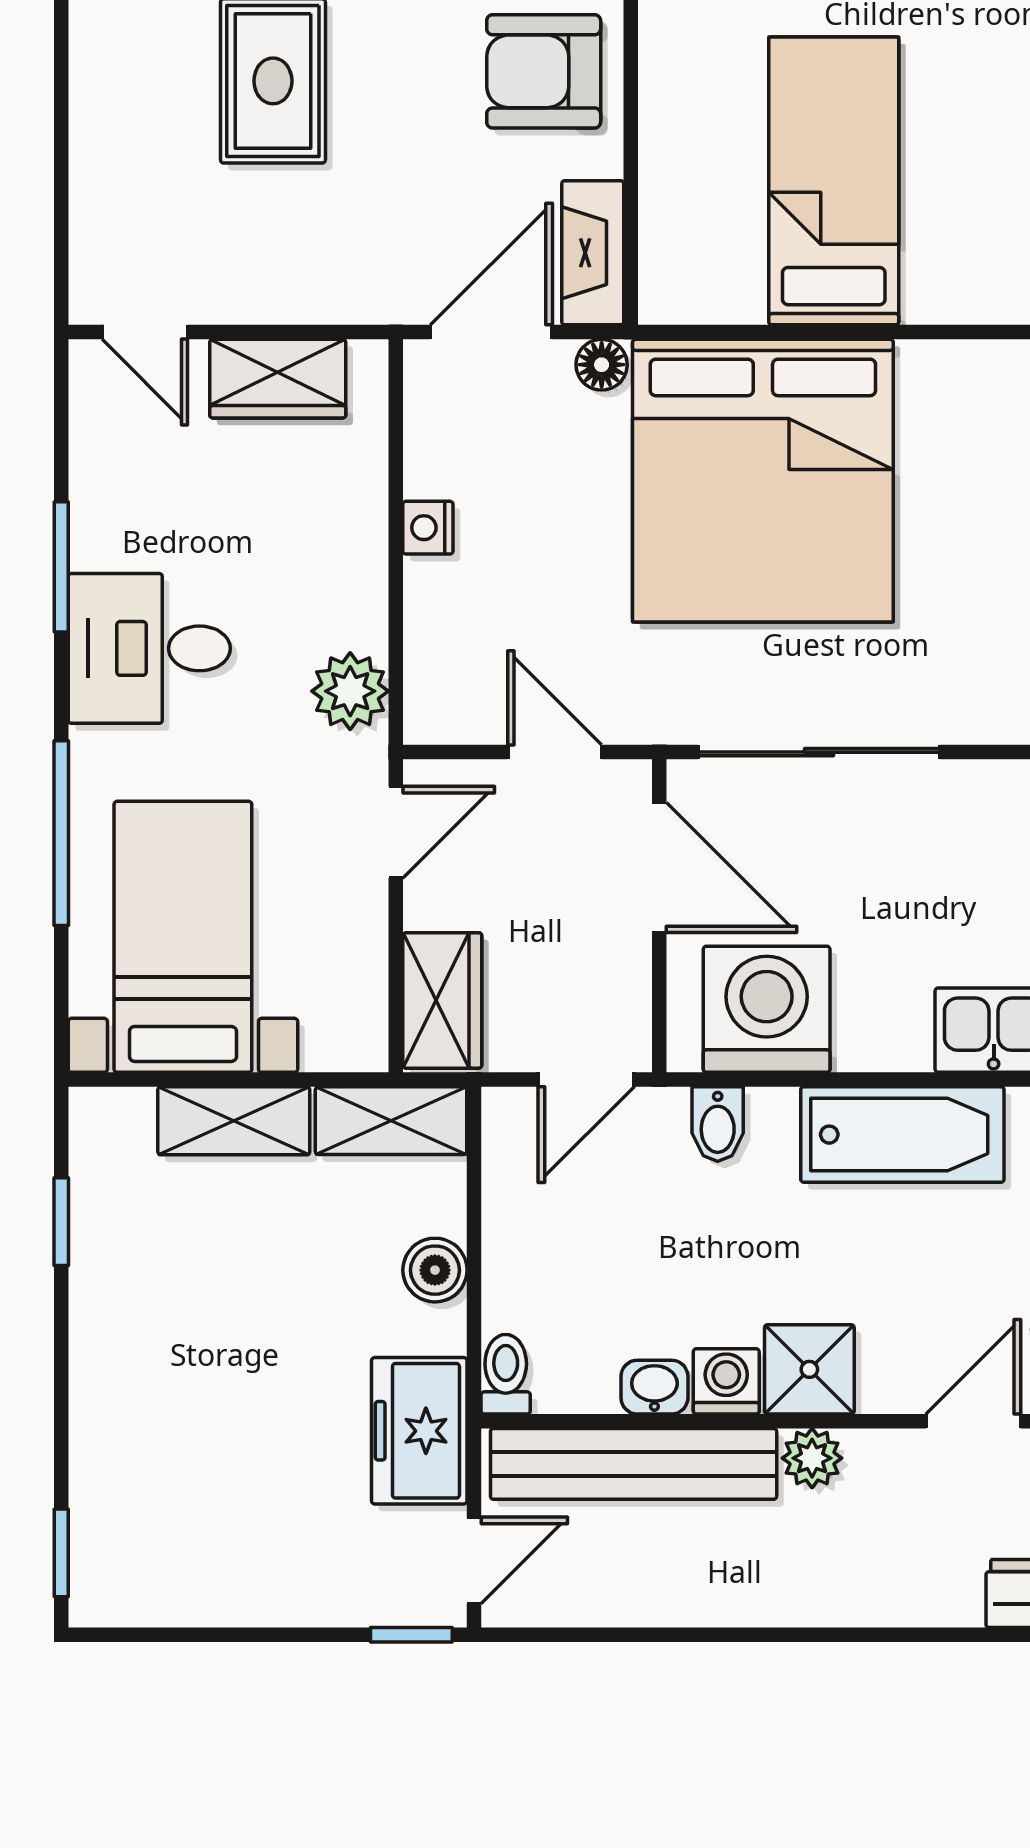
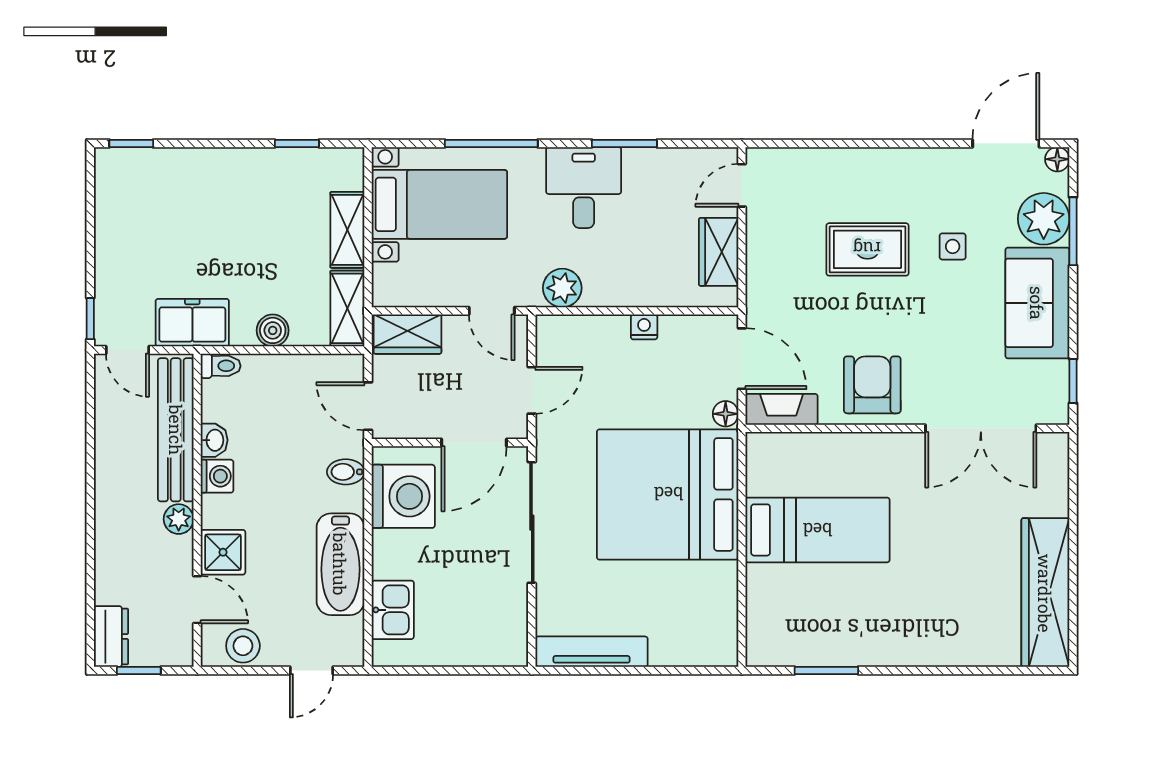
shower: (809, 1369) -> (223, 552), moved

